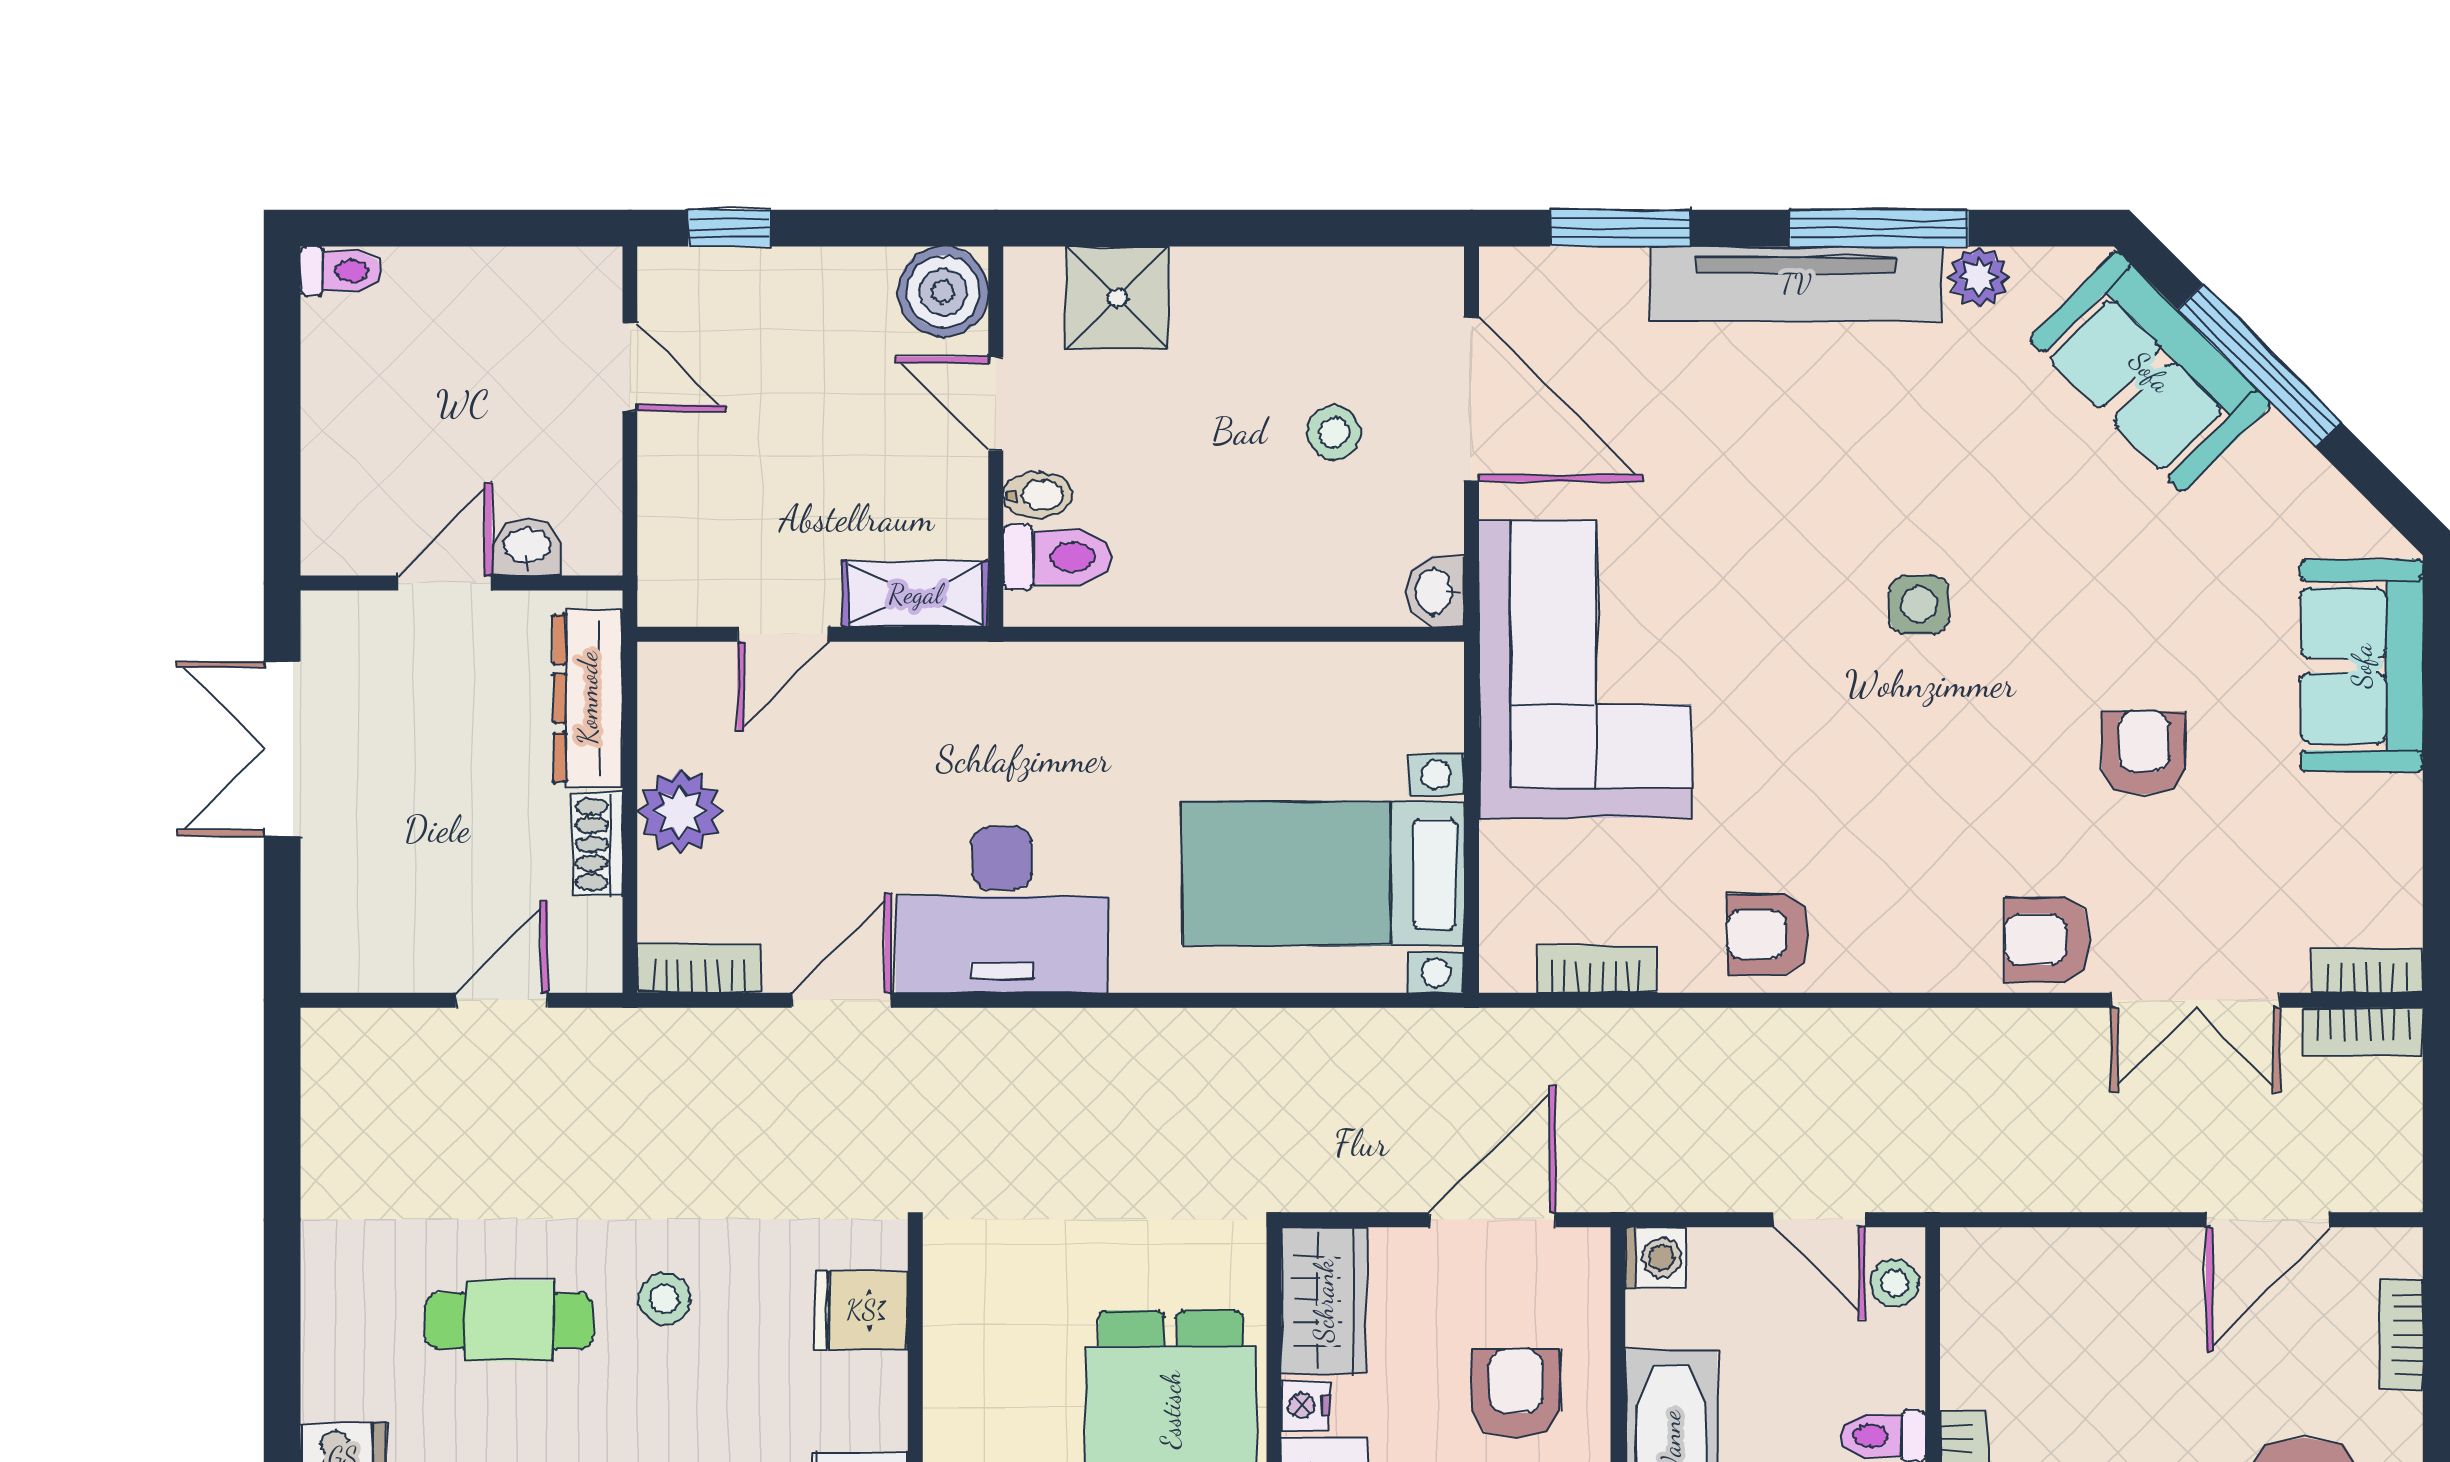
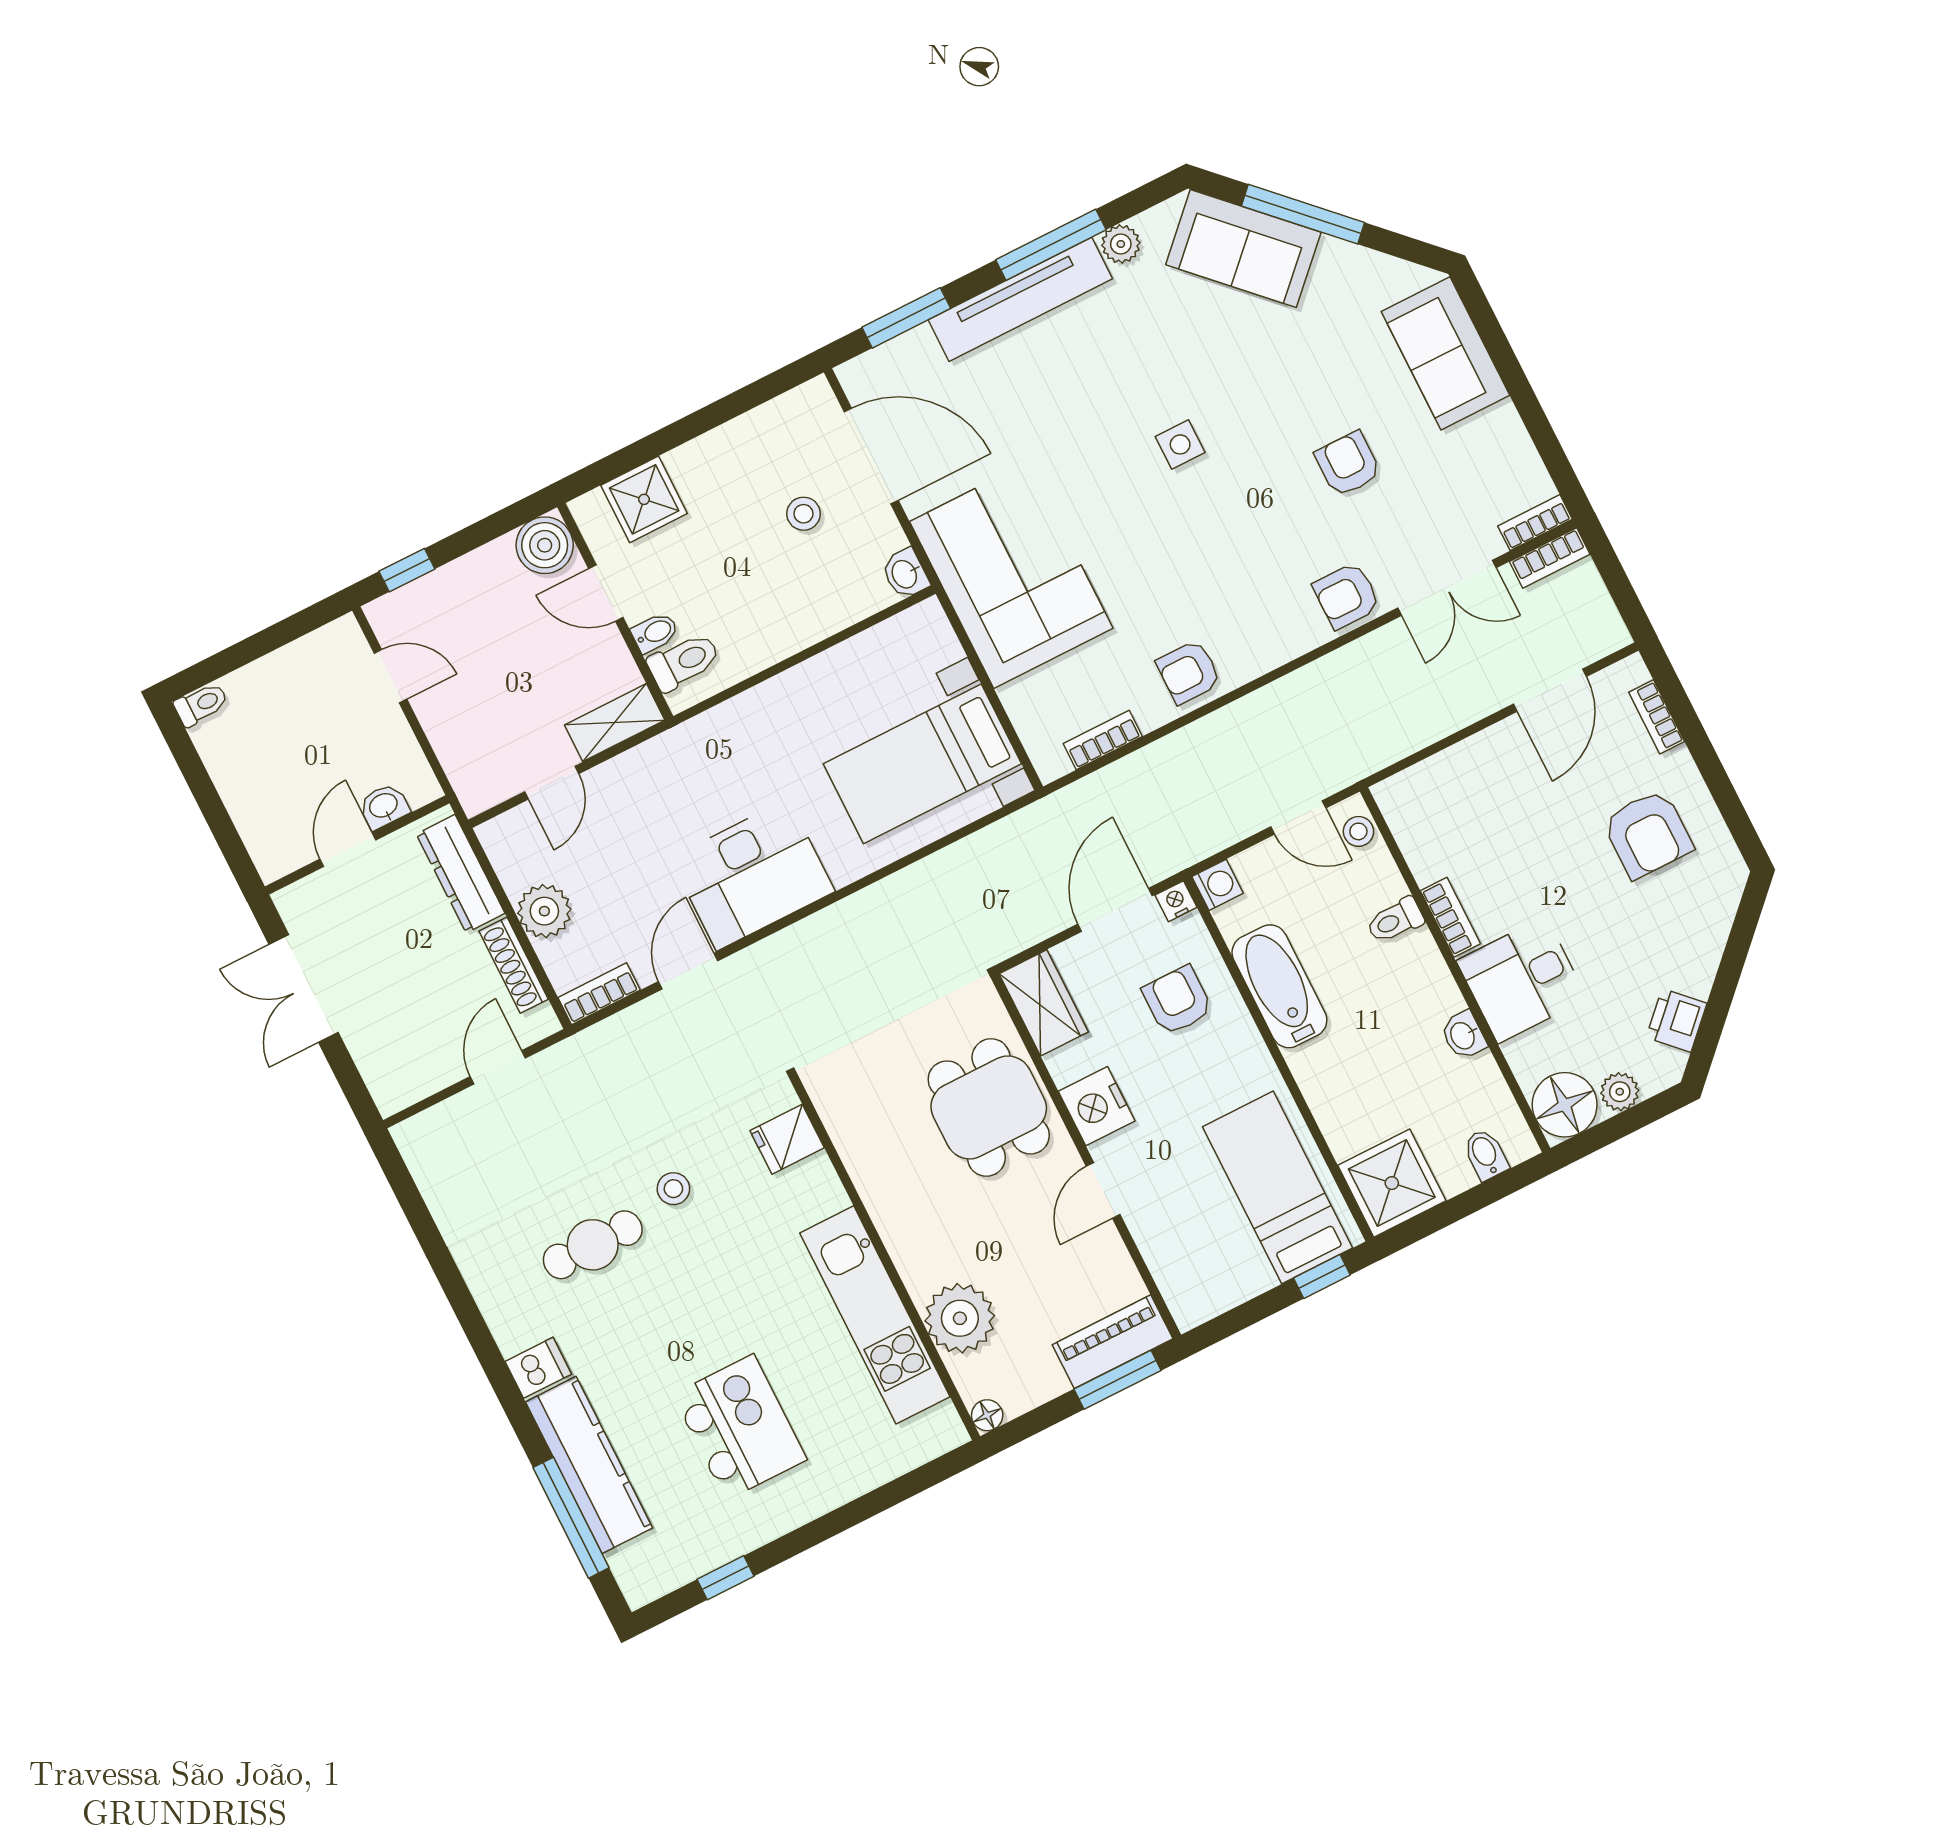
shoe rack: (598, 844) -> (514, 965), width x1.43
nightstand: (1305, 1405) -> (1176, 901), moved, turned 90

